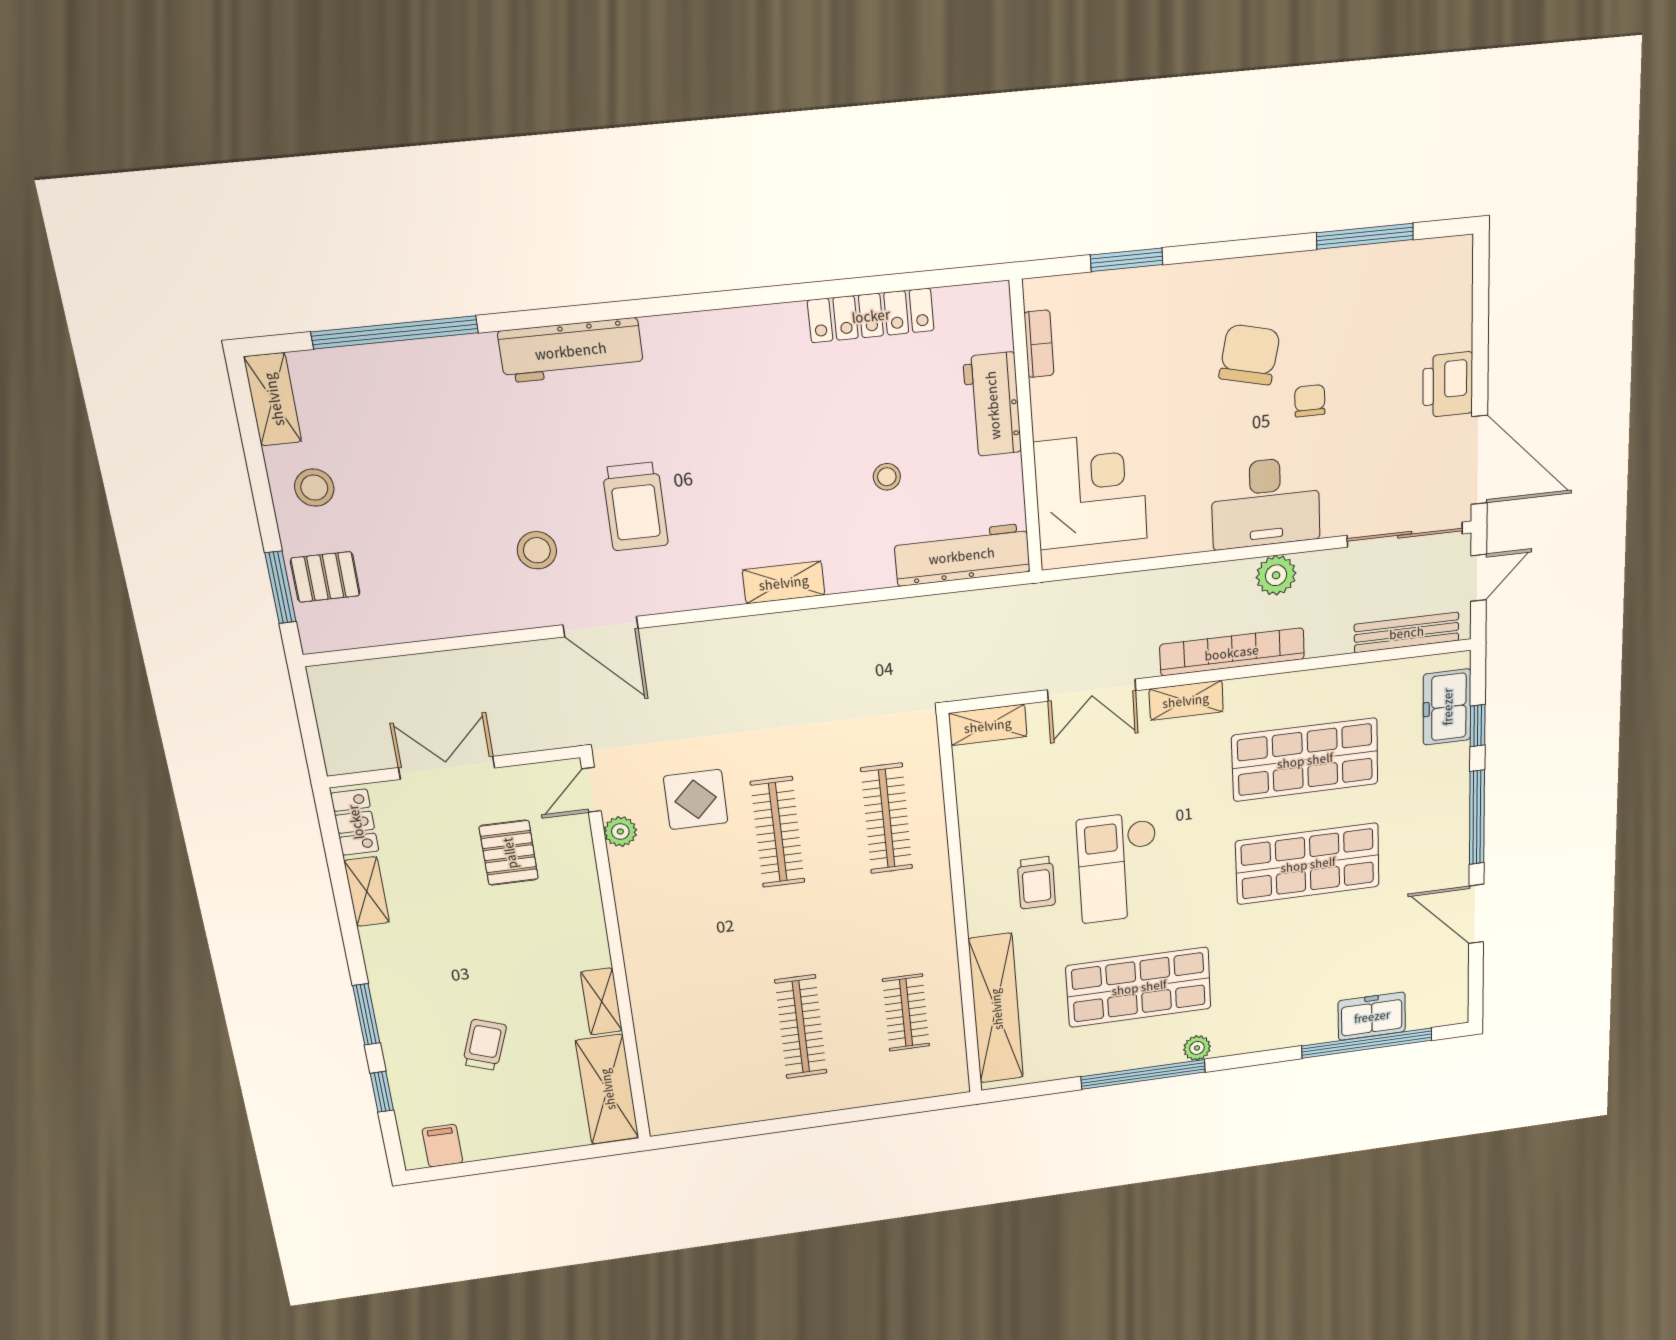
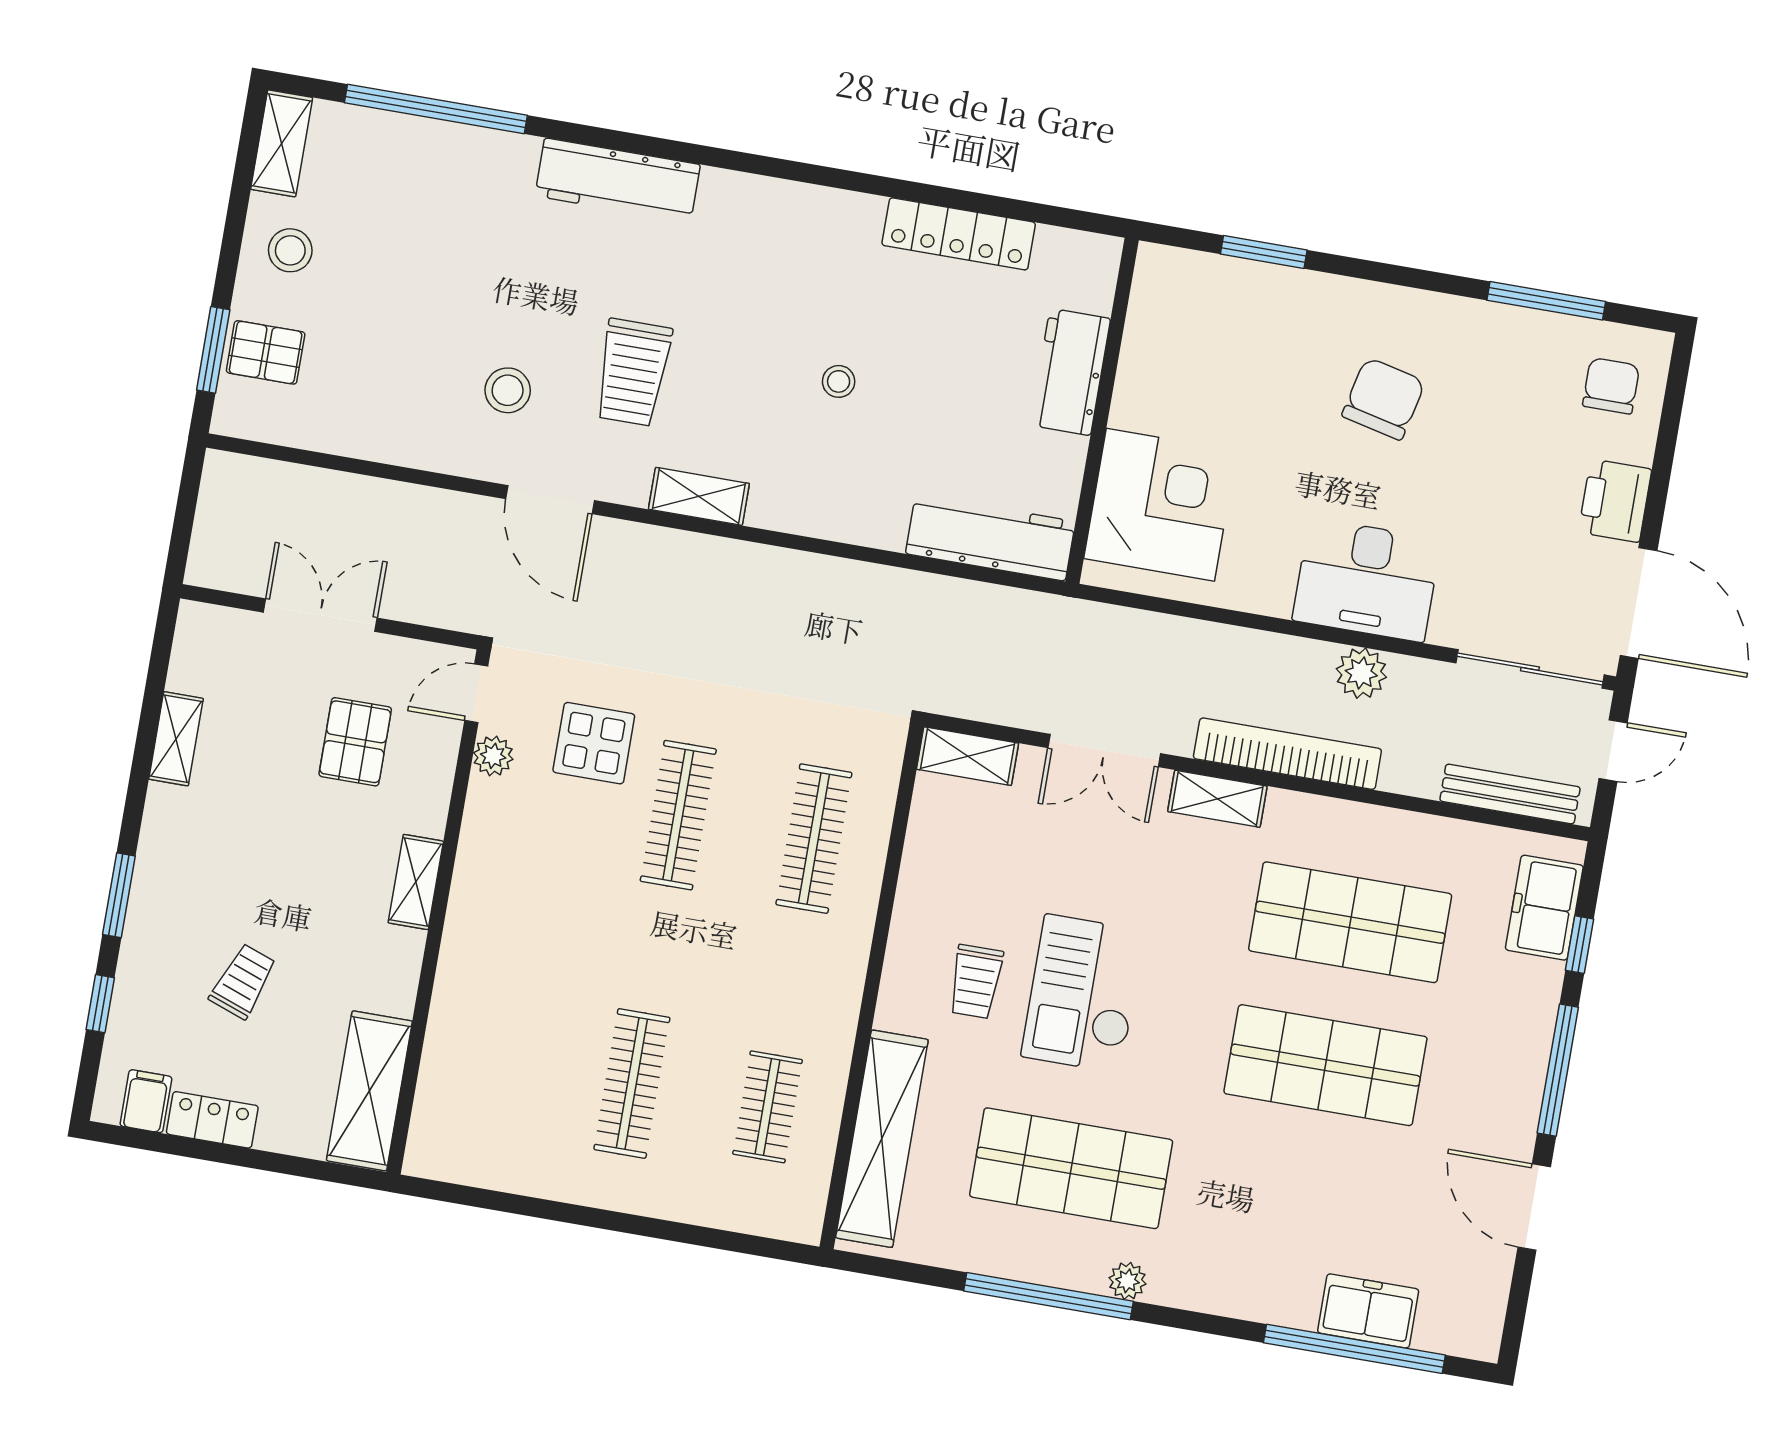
bookcase: (1039, 344) -> (1141, 318), removed
chair: (1310, 401) -> (1611, 386), moved, width x1.37, depth x1.37
stool: (887, 477) -> (839, 381), moved
shelving: (784, 582) -> (699, 496), moved
locker: (355, 822) -> (212, 1120), moved, turned -90
shelving: (602, 1001) -> (416, 882), moved

